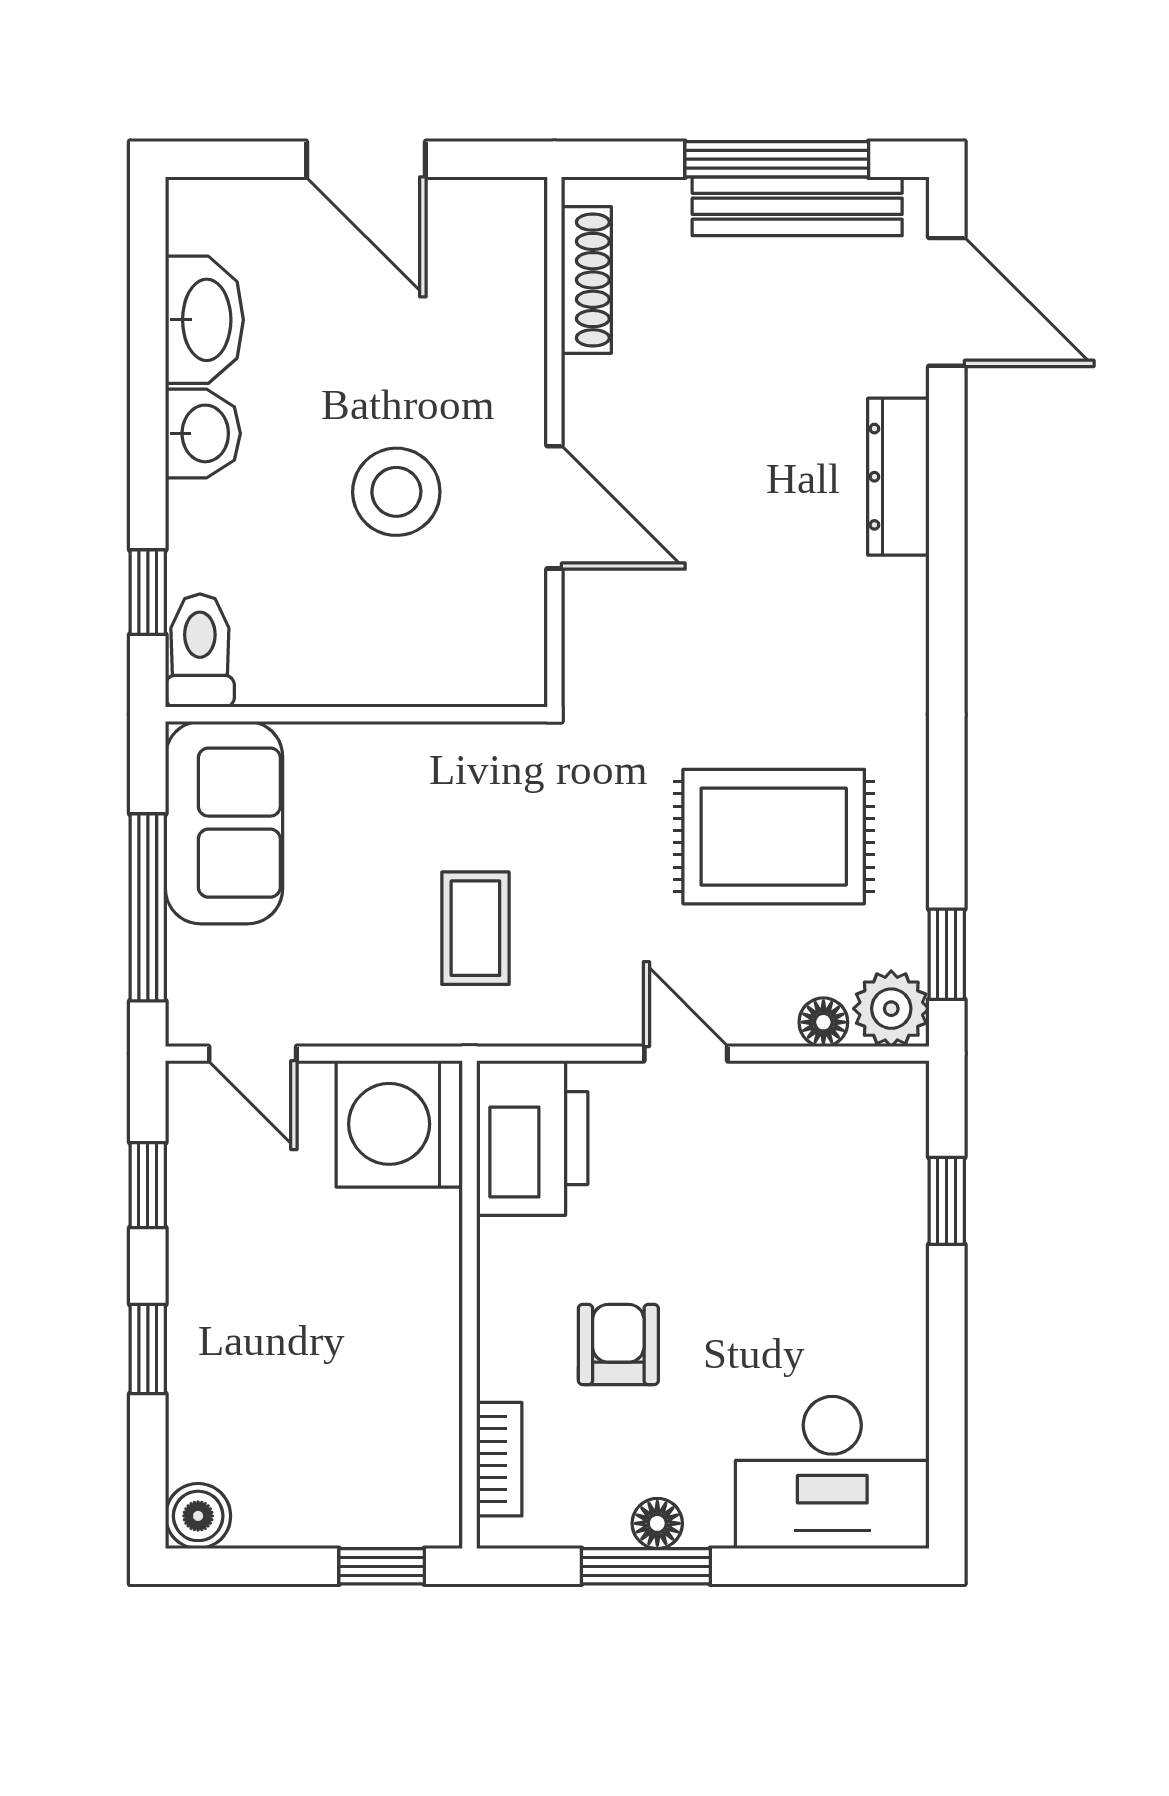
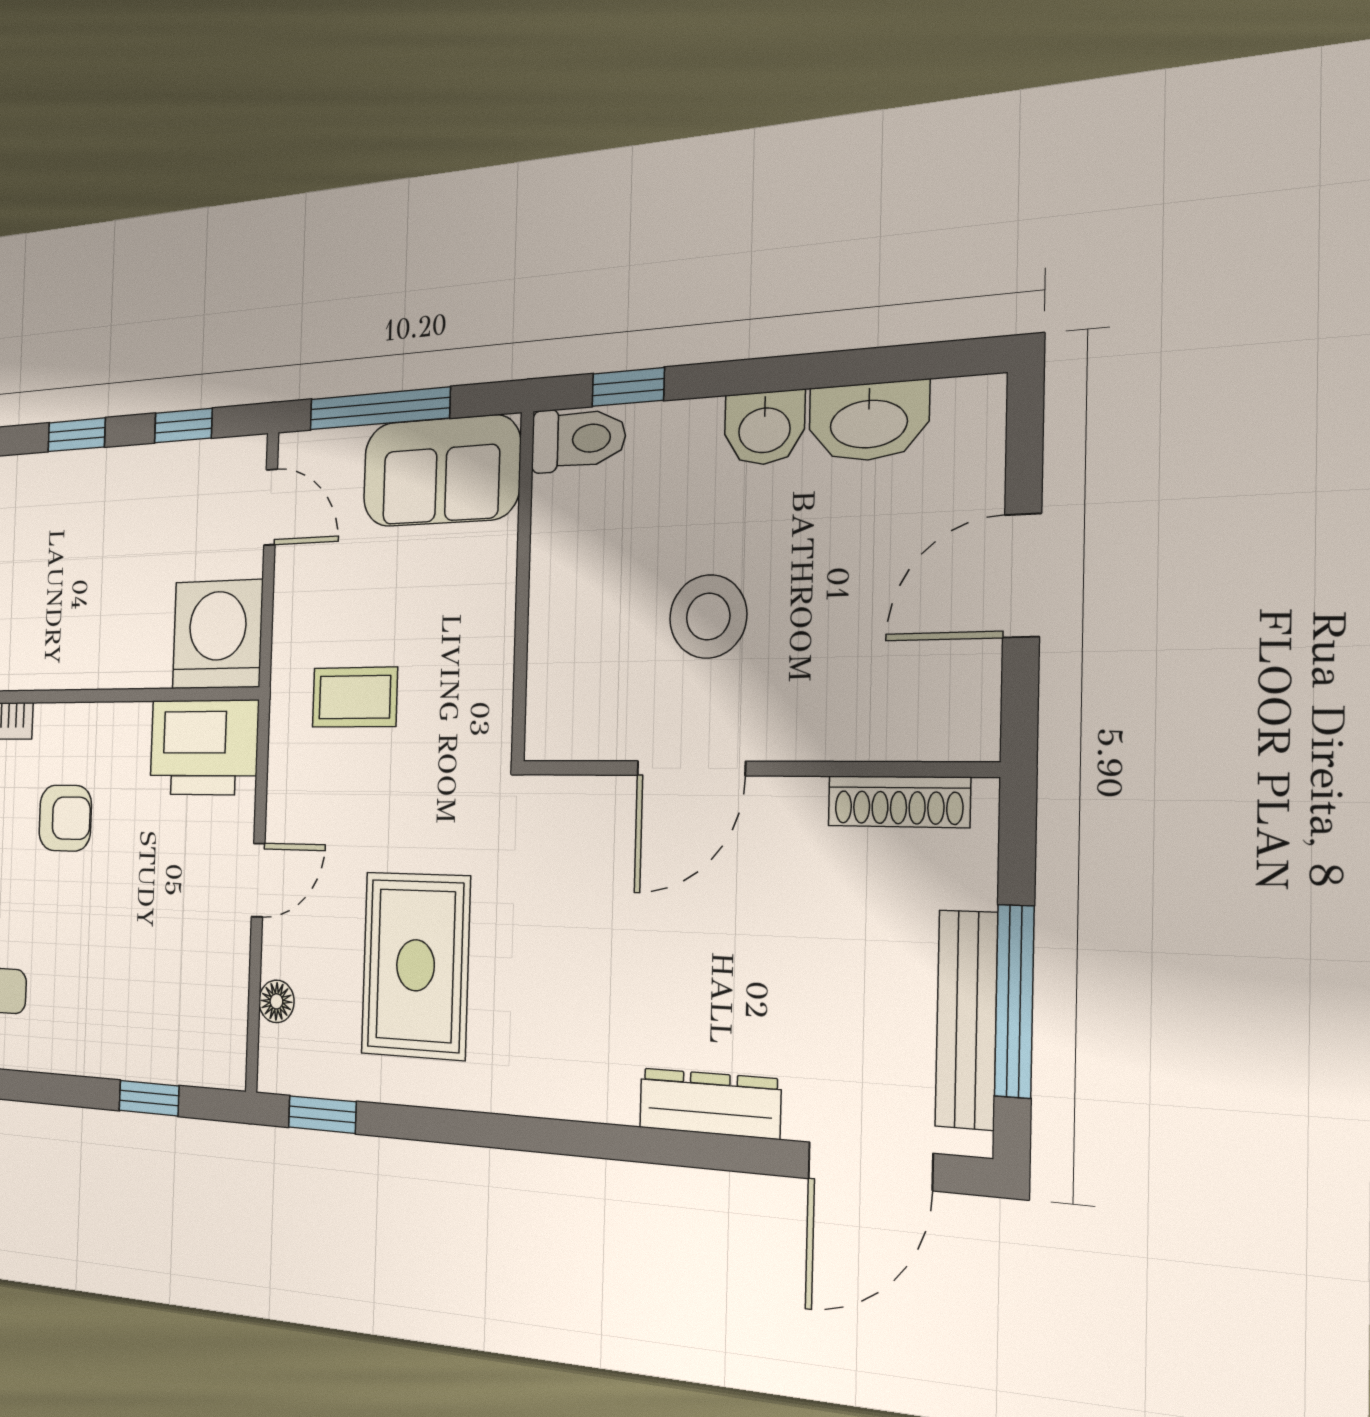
plant: (891, 1009) -> (284, 1062), removed
door: (253, 1054) -> (271, 507), swing flipped

